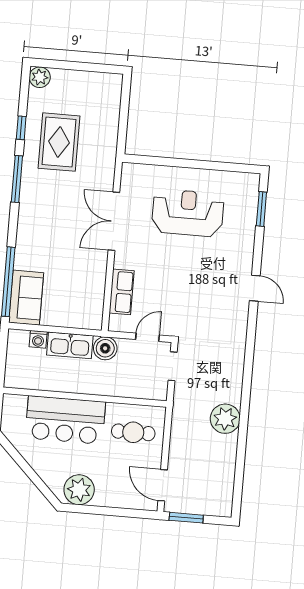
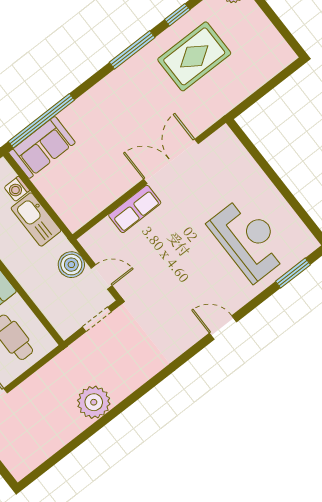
reception desk: (188, 213) -> (248, 239), moved
door: (255, 288) -> (223, 328), swing flipped
row of seats: (122, 292) -> (135, 209), moved
boiler: (105, 348) -> (71, 265), moved

